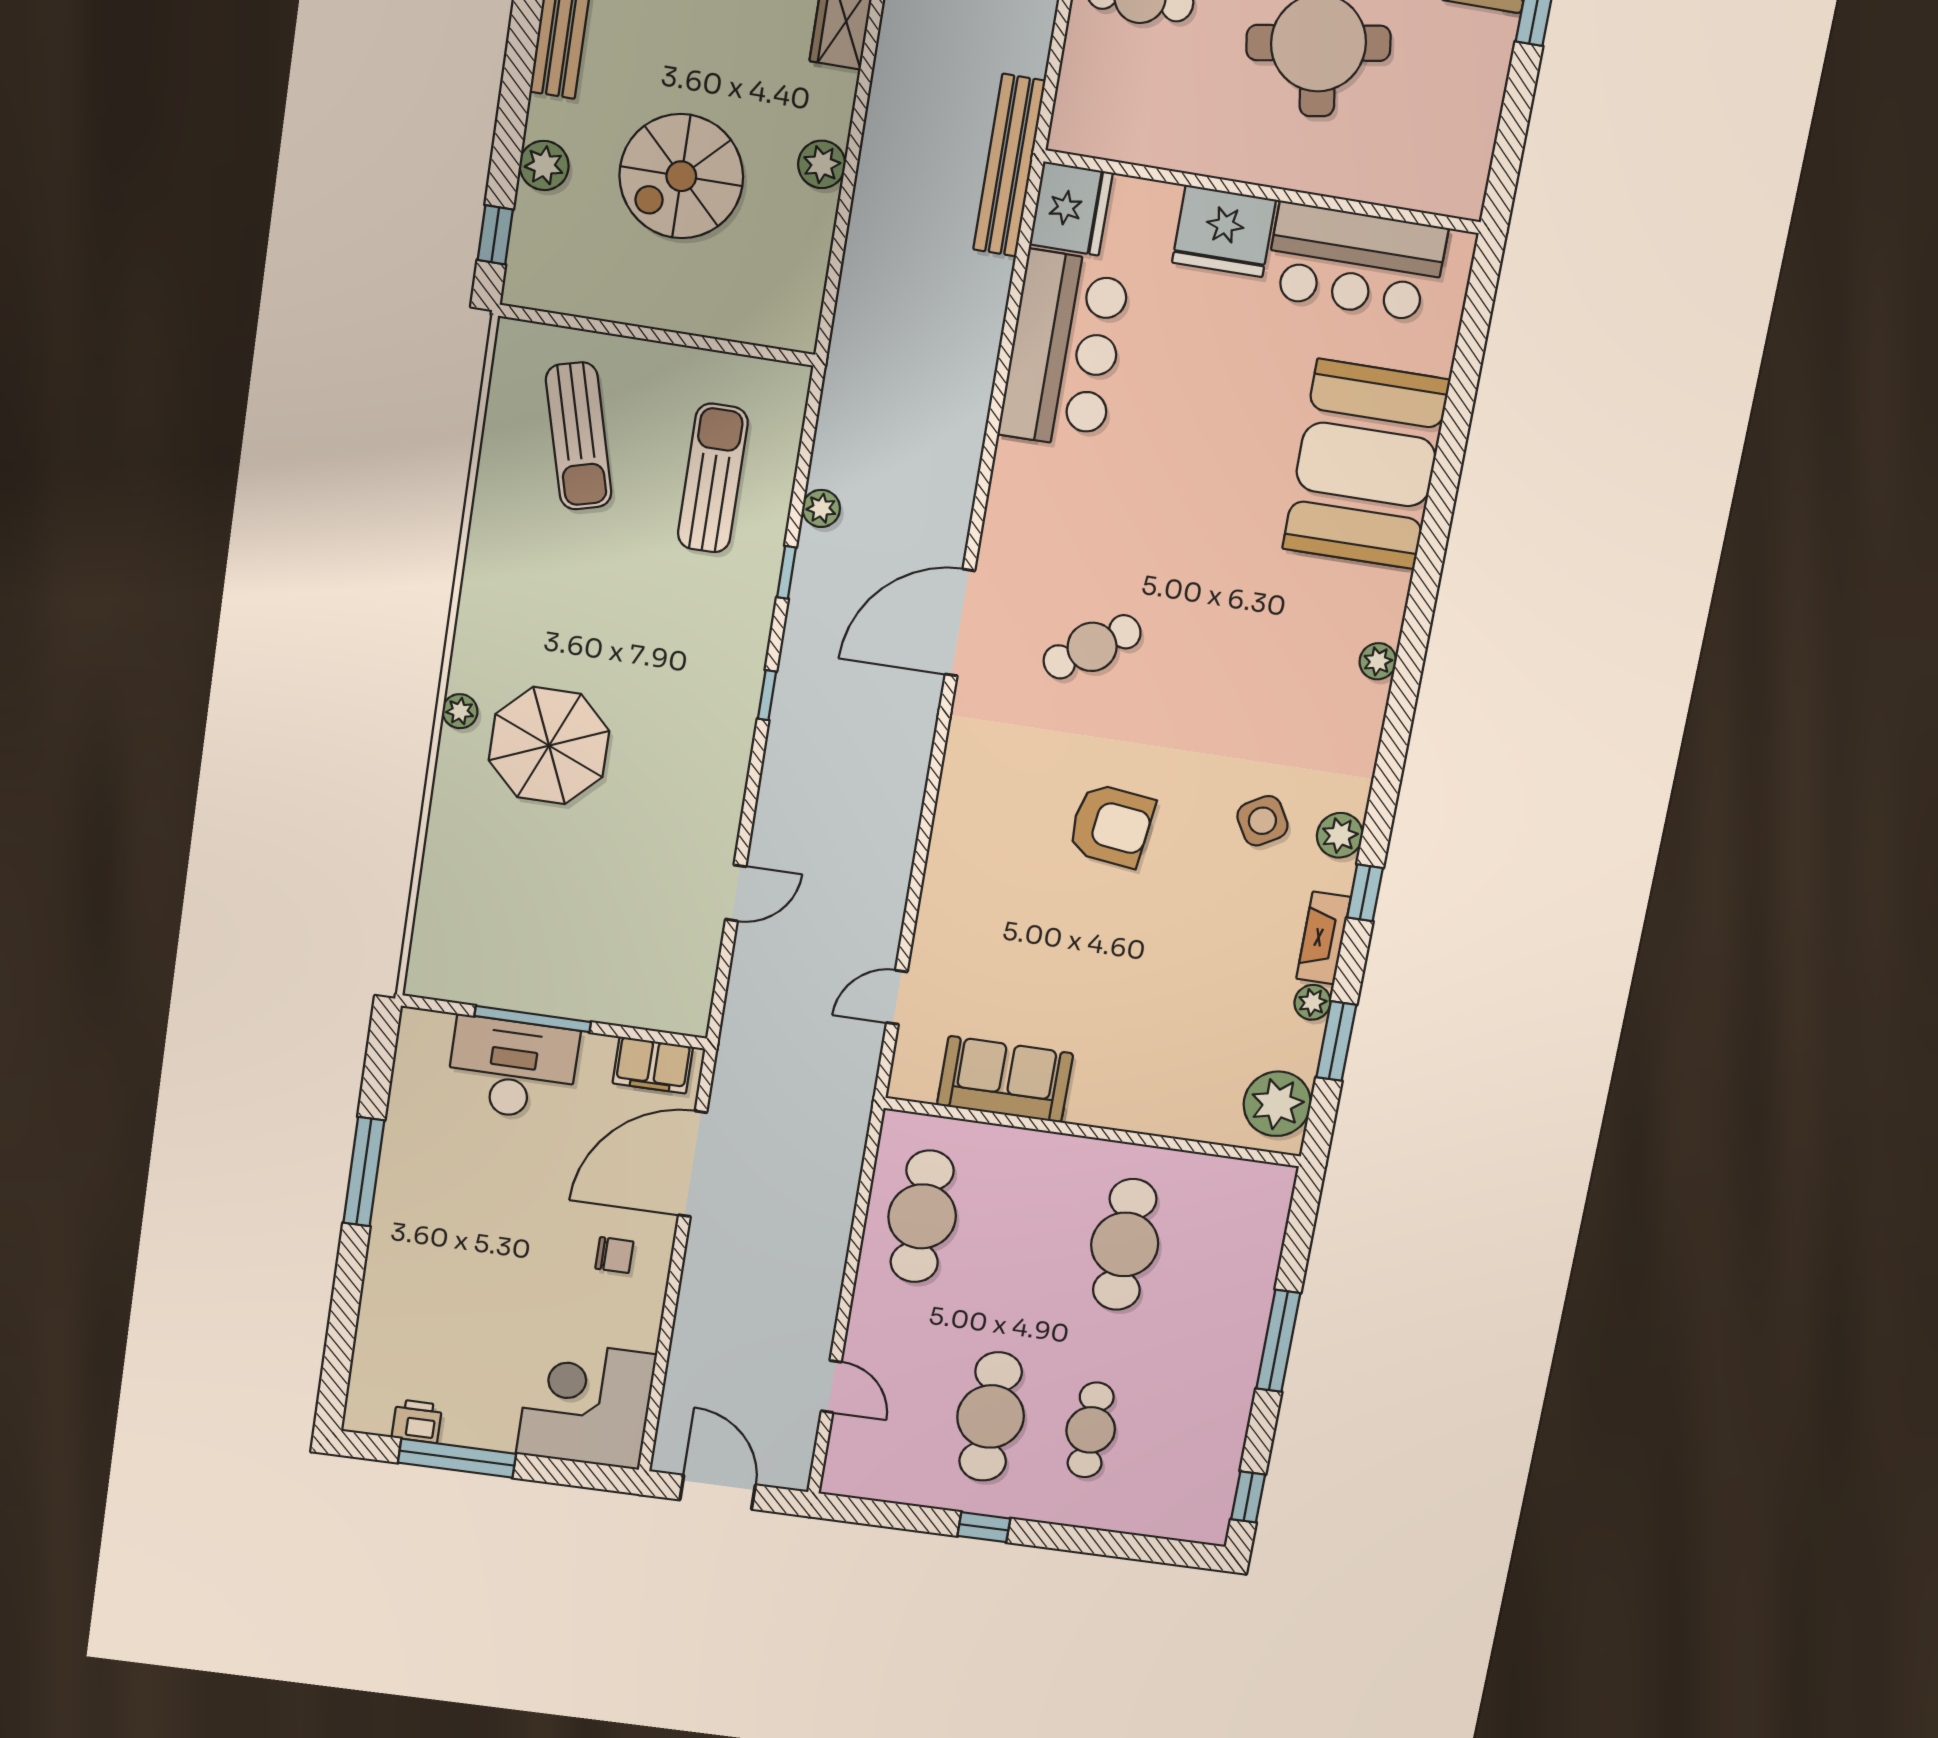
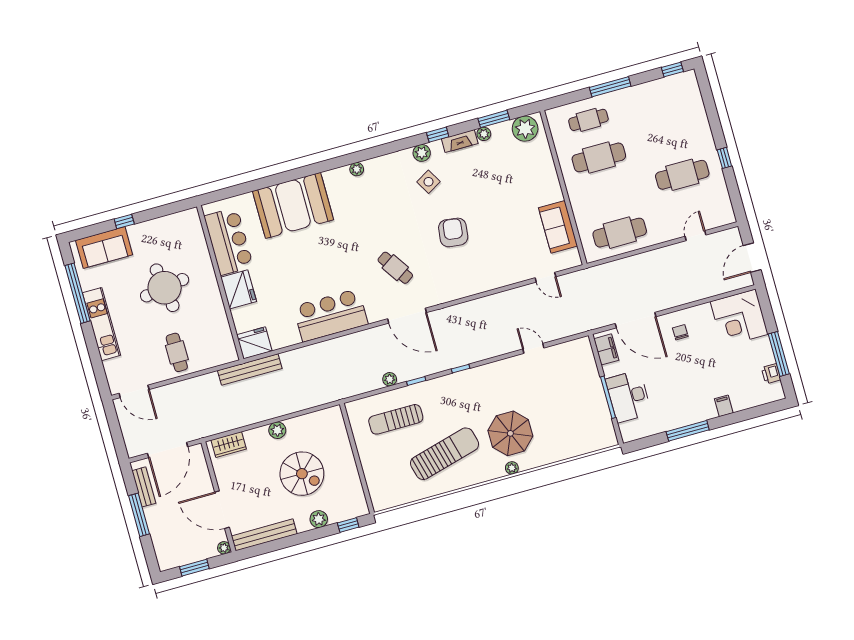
bar counter: (1064, 350) -> (331, 315), moved
sun lounger: (579, 436) -> (445, 454), moved, width x1.36, depth x1.34
filing cabinet: (388, 1281) -> (724, 406), added
cafe table: (1091, 1430) -> (588, 120), moved

